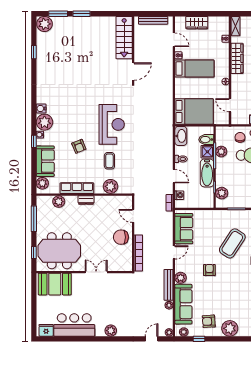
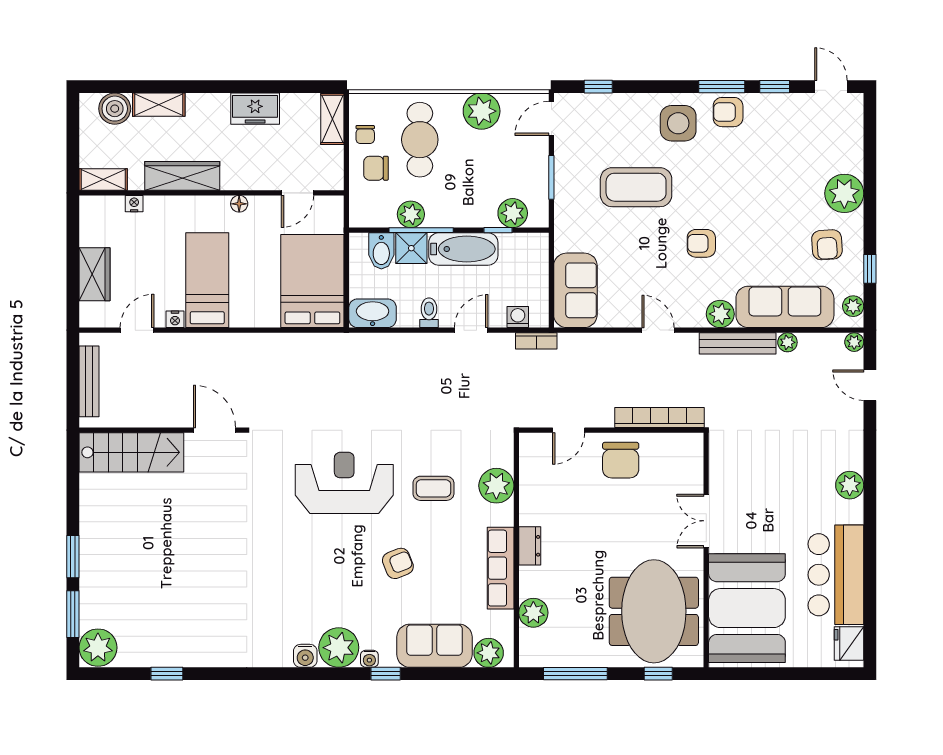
sofa: (184, 229) -> (575, 290), moved, turned 90
coffee table: (232, 243) -> (636, 187), turned -33
booth: (55, 284) -> (747, 608), width x1.36, depth x1.42

